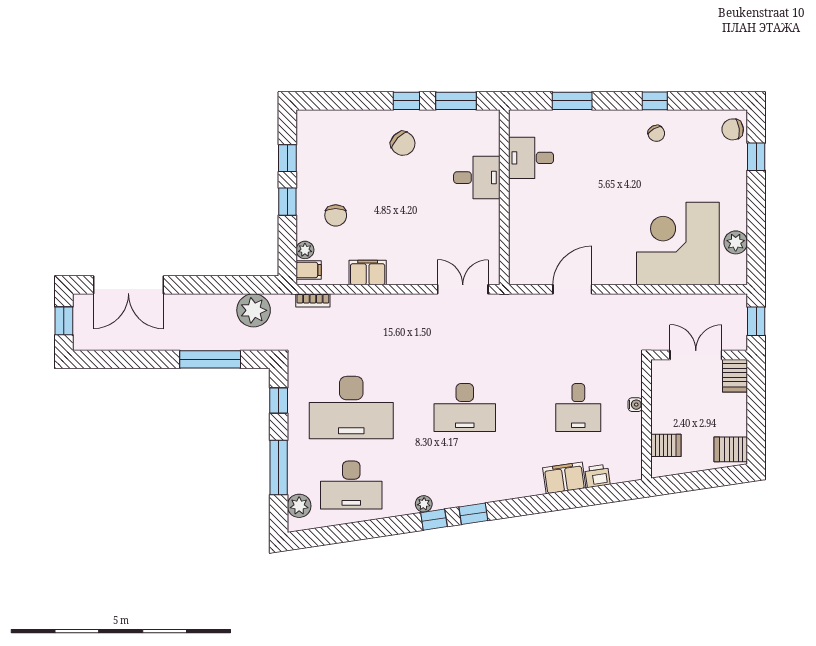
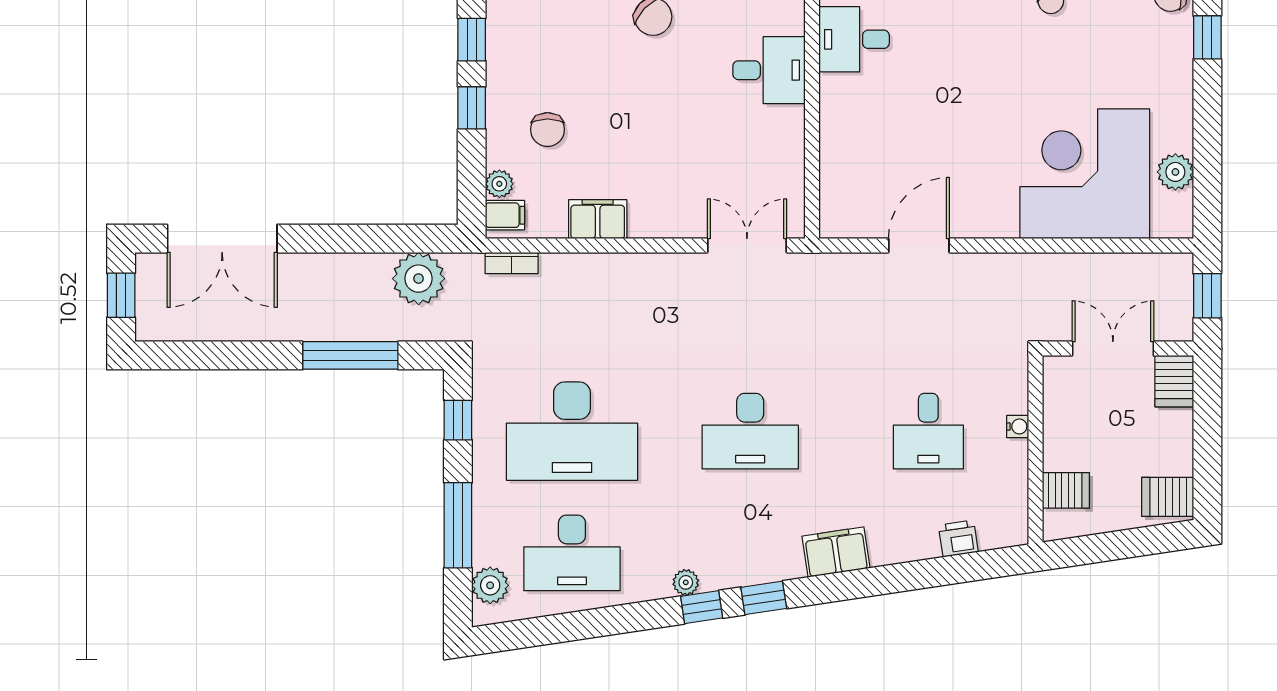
filing cabinet: (564, 478) -> (836, 552), moved

